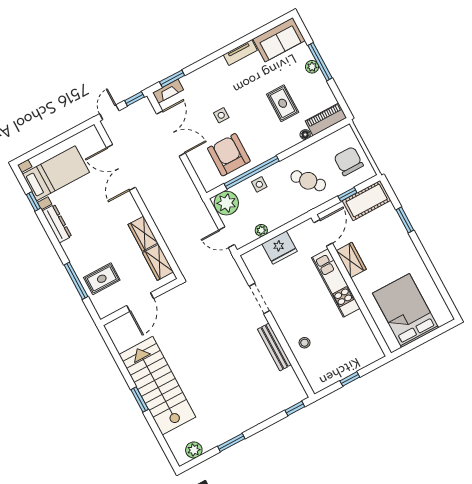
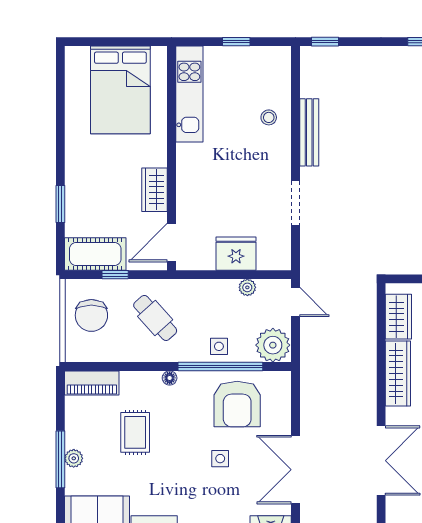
floor lamp: (305, 135) -> (170, 378), moved
wardrobe: (143, 234) -> (398, 374), width x1.50
kitchen unit: (336, 283) -> (189, 94), moved

